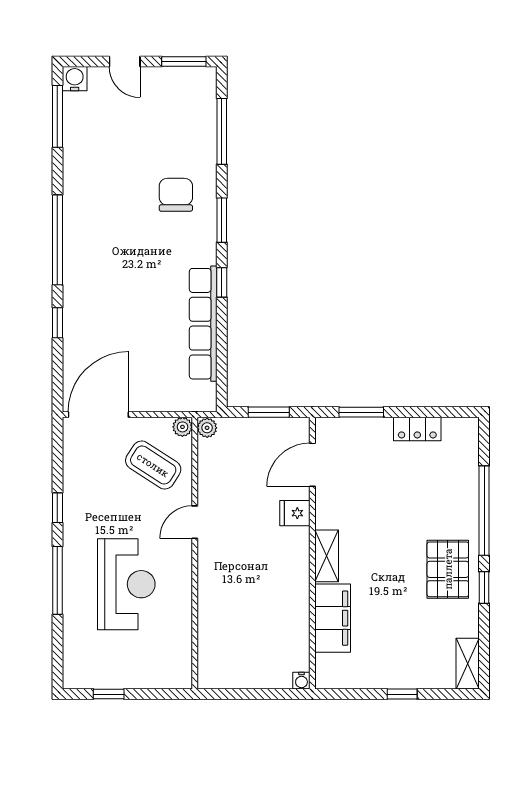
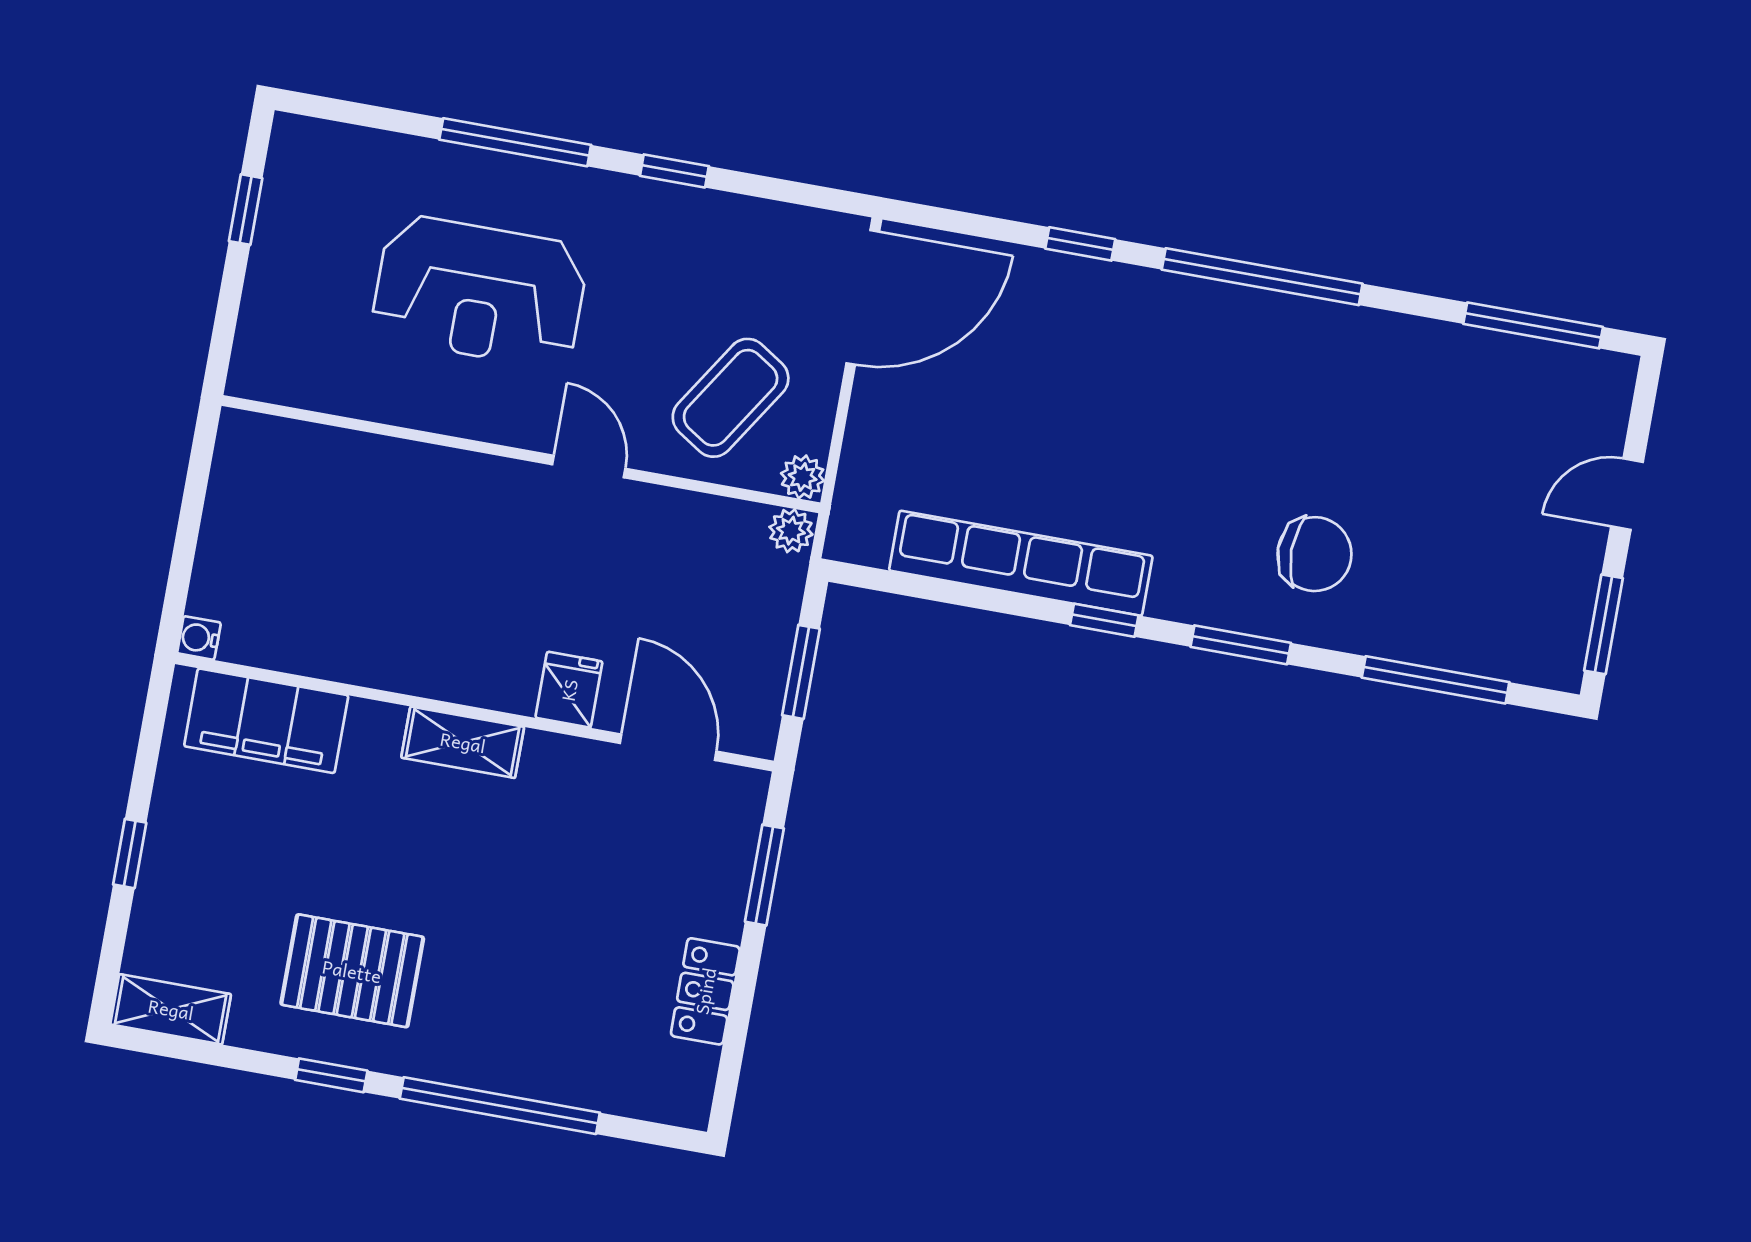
water cooler: (75, 79) -> (1609, 378), removed
door: (98, 415) -> (863, 297), hinge flipped
pallet: (448, 569) -> (352, 971), moved
filing cabinet: (333, 618) -> (266, 721), moved

